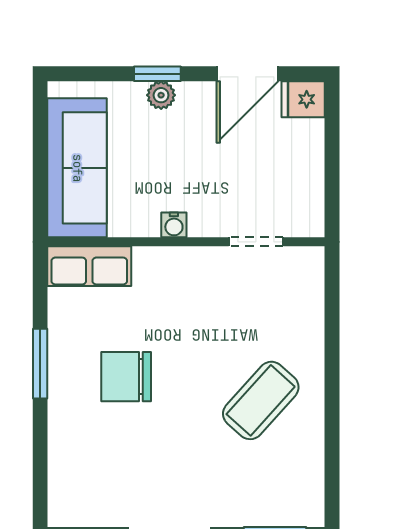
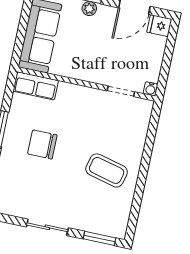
water cooler: (174, 225) -> (151, 89), moved
coffee table: (261, 400) -> (107, 170), turned 62

